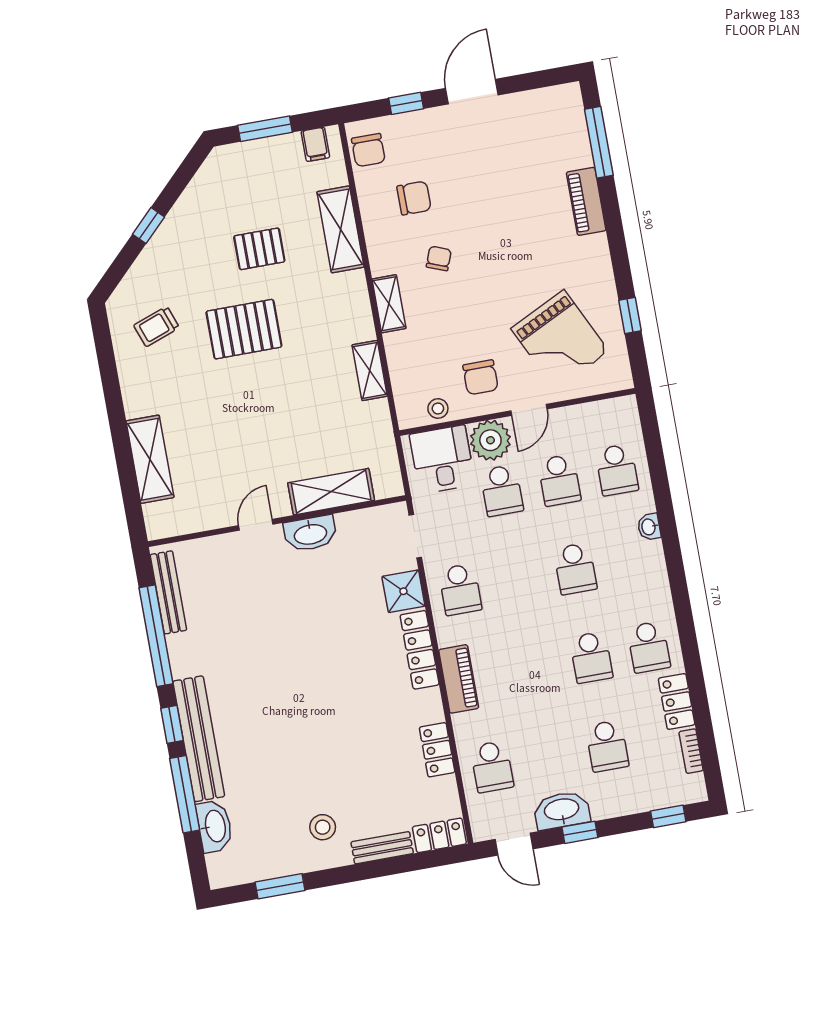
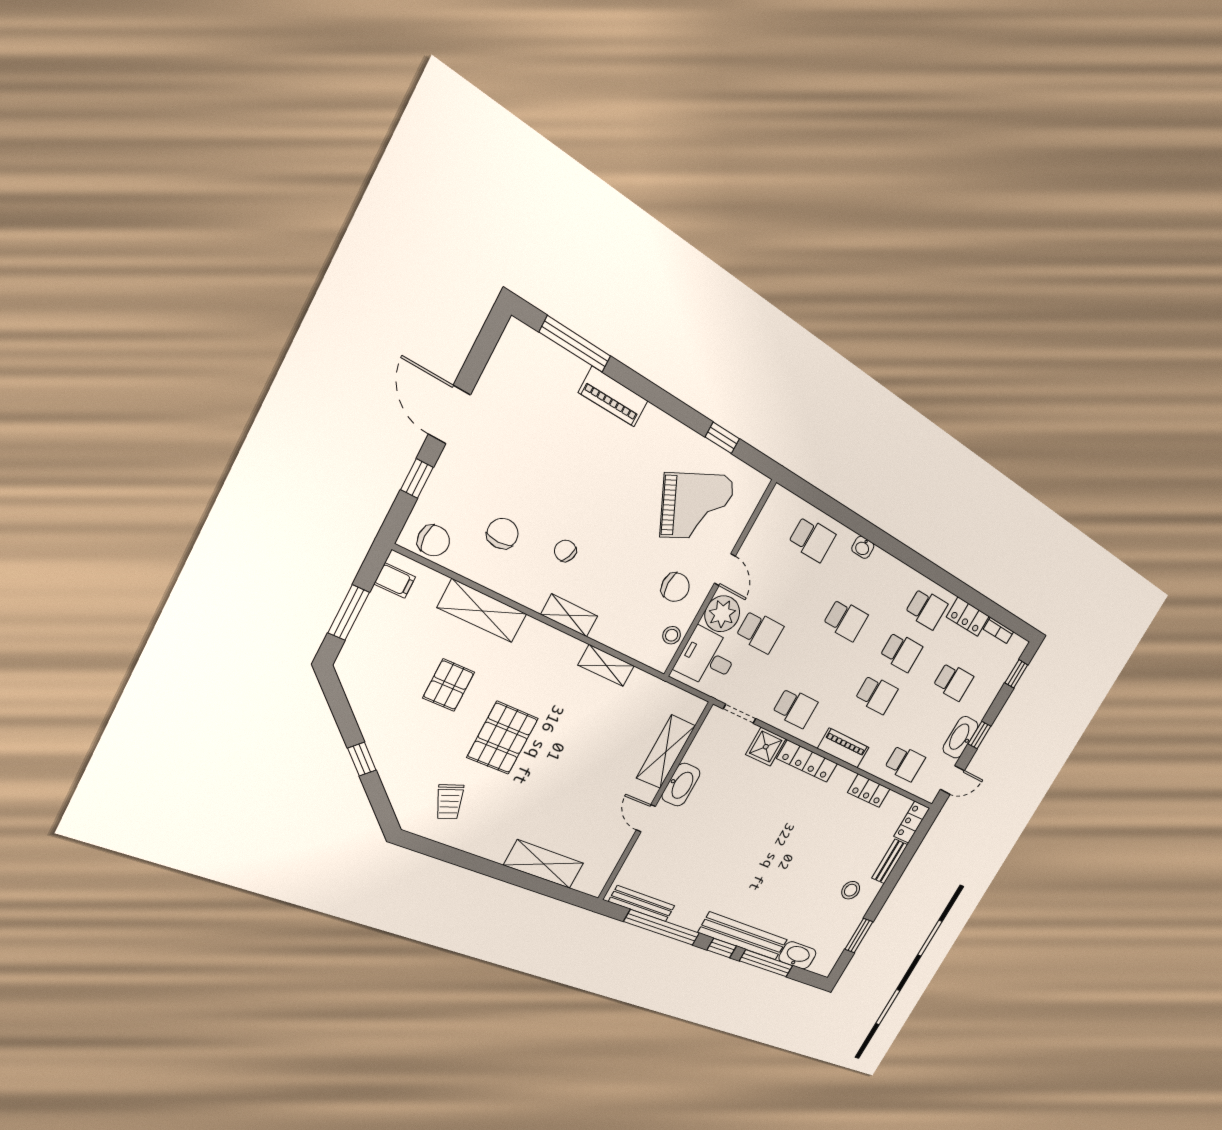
school desk: (559, 480) -> (876, 694), moved

